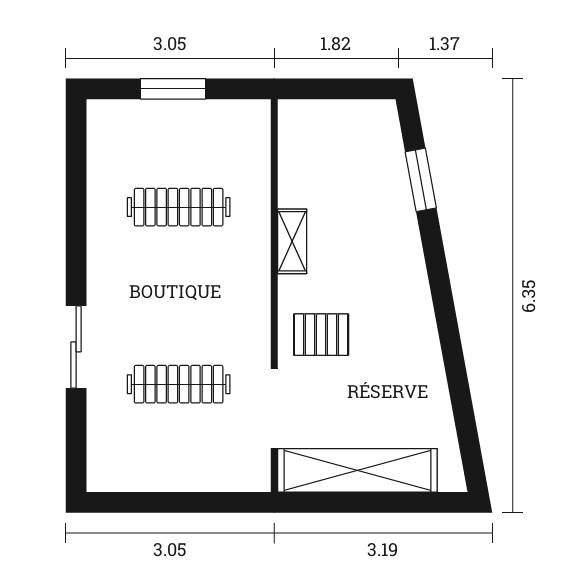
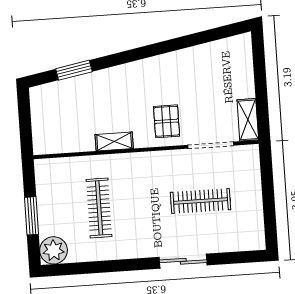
plant: (110, 123) -> (54, 250), added
clothes rail: (179, 384) -> (201, 201), turned 90
shelving: (357, 470) -> (248, 120), width x0.45, depth x0.75

